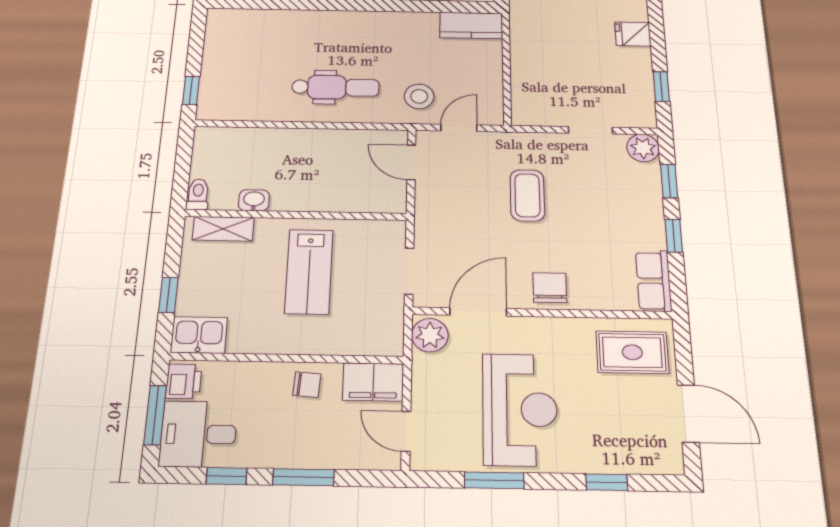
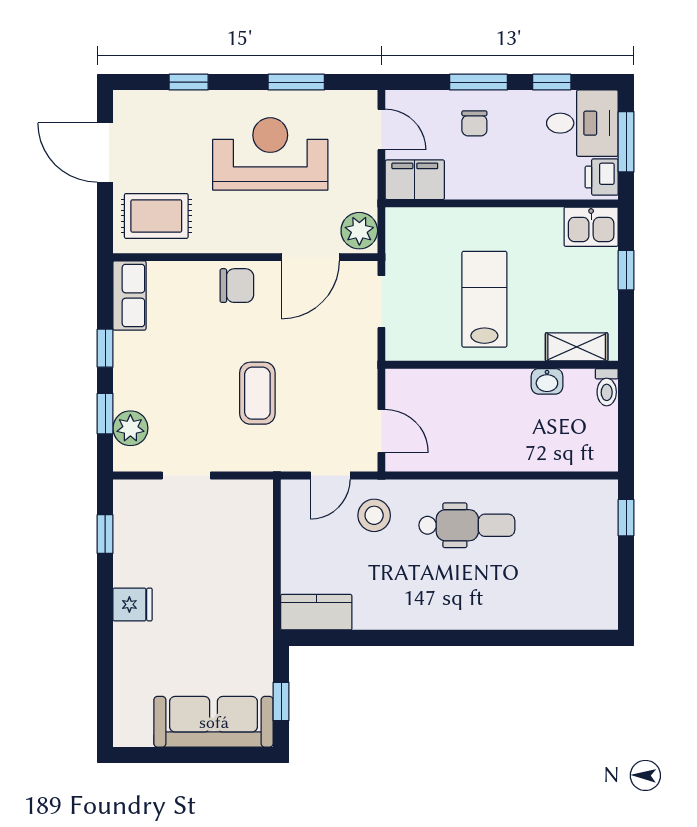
dental chair: (336, 87) -> (467, 525), turned 180
plant: (643, 148) -> (130, 428), moved
chair: (550, 288) -> (237, 286), turned -90
chair: (307, 385) -> (474, 123), moved, turned -94
reception desk: (520, 409) -> (270, 154), turned 90

